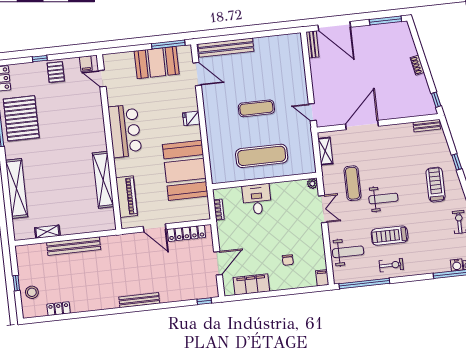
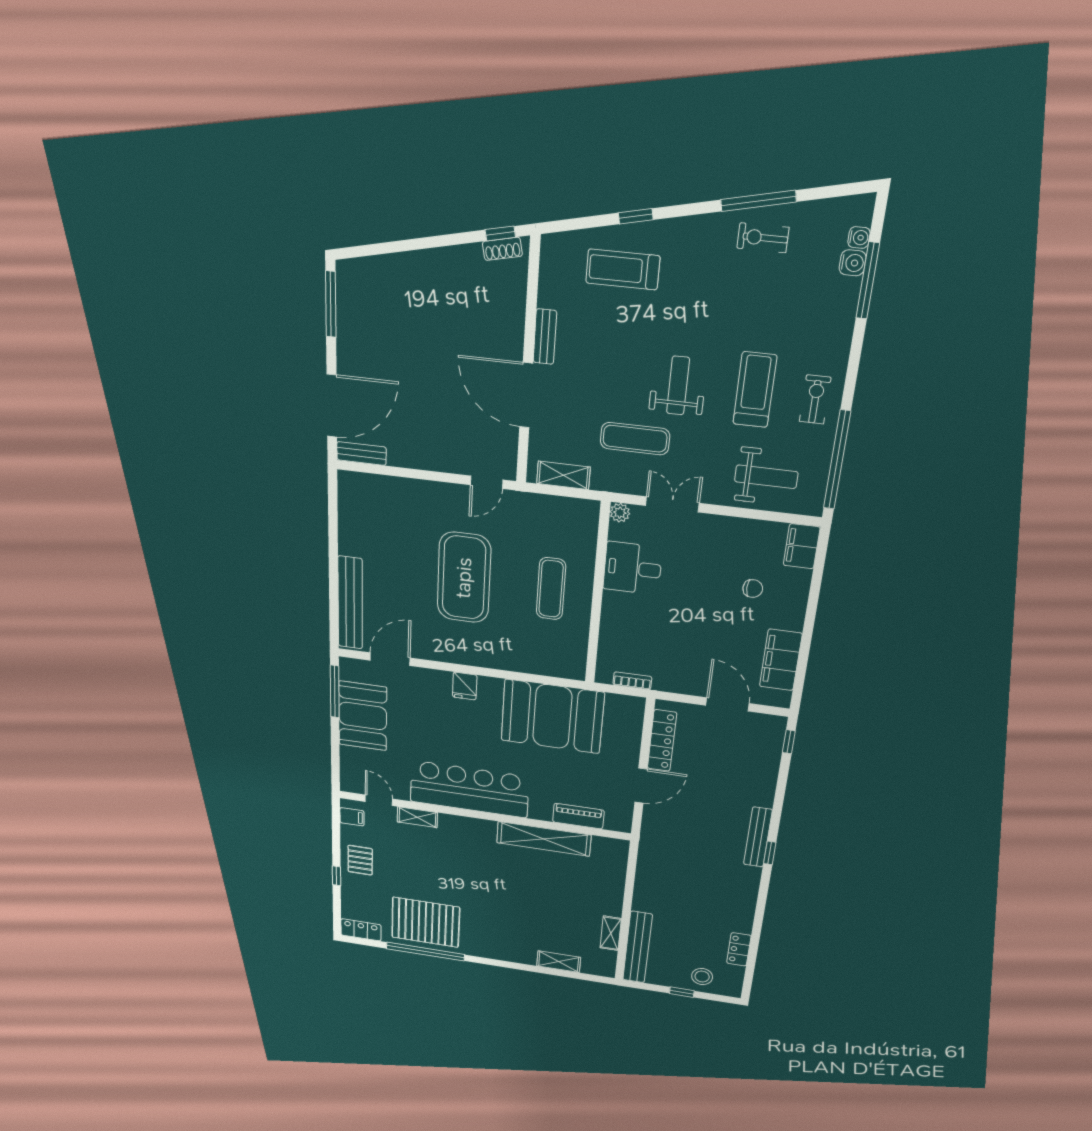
shoe rack: (417, 65) -> (502, 249), moved
pallet: (56, 72) -> (360, 860), turned 90
door: (102, 79) -> (379, 800), swing flipped
shelving: (97, 103) -> (417, 817), added
exercise mat: (256, 108) -> (464, 578), width x2.00, depth x1.45
bench: (427, 126) -> (545, 337), moved
bar counter: (125, 131) -> (469, 789), width x1.36
exercise mat: (262, 156) -> (551, 589), width x0.73, depth x0.69
treadmill: (435, 185) -> (623, 269), moved
shelving: (17, 188) -> (559, 962), width x0.45, depth x0.75
piano: (127, 197) -> (578, 816), width x0.73, depth x0.75
desk: (257, 199) -> (633, 568), moved
treadmill: (390, 236) -> (755, 390), turned 180
bench: (74, 246) -> (637, 947), moved
weight bench: (348, 252) -> (766, 477), turned 90
filing cabinet: (322, 278) -> (802, 546), width x2.00
window: (131, 309) -> (770, 853), added

